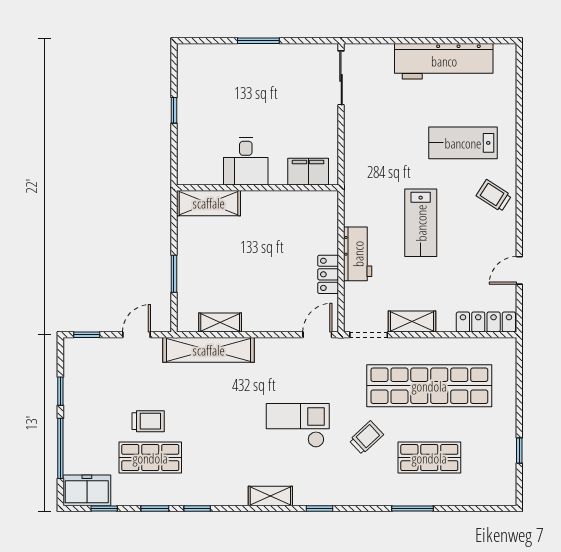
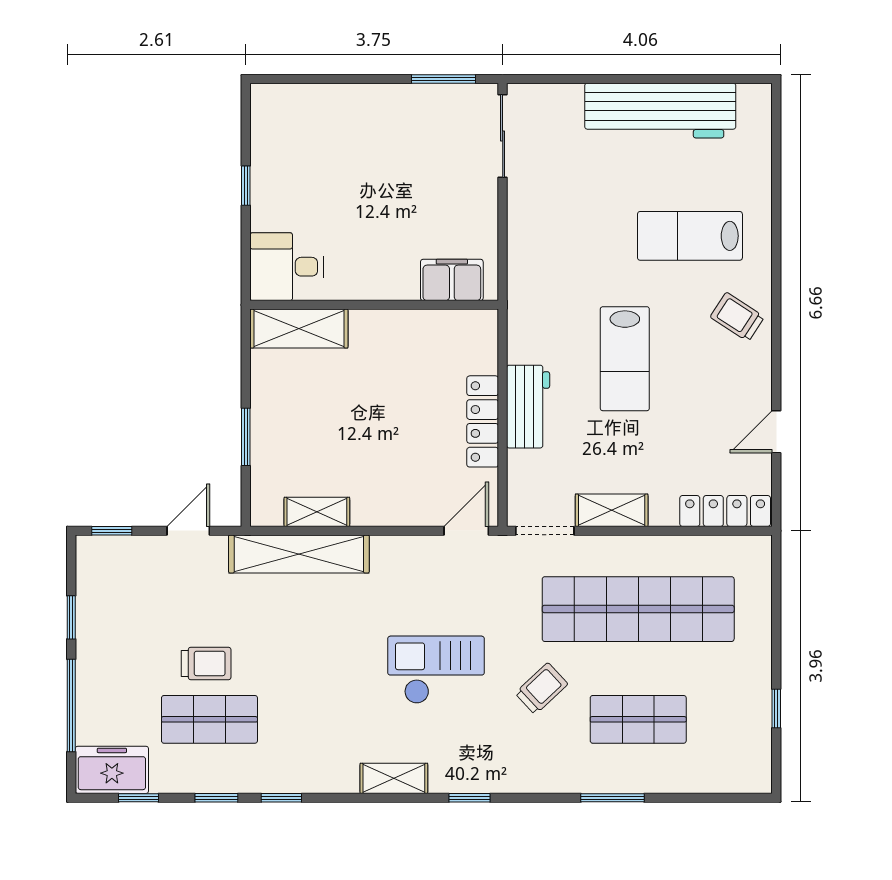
window: (258, 41) -> (444, 79), moved
desk: (246, 161) -> (287, 267), moved, turned 90
locker: (328, 274) -> (483, 421), width x1.53

